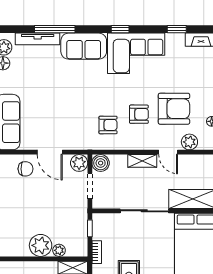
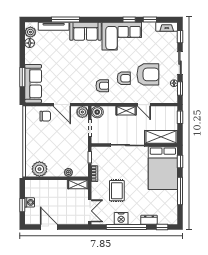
window: (120, 29) -> (129, 19), moved
plant: (189, 142) -> (159, 97), removed
plant: (41, 245) -> (39, 169), moved

